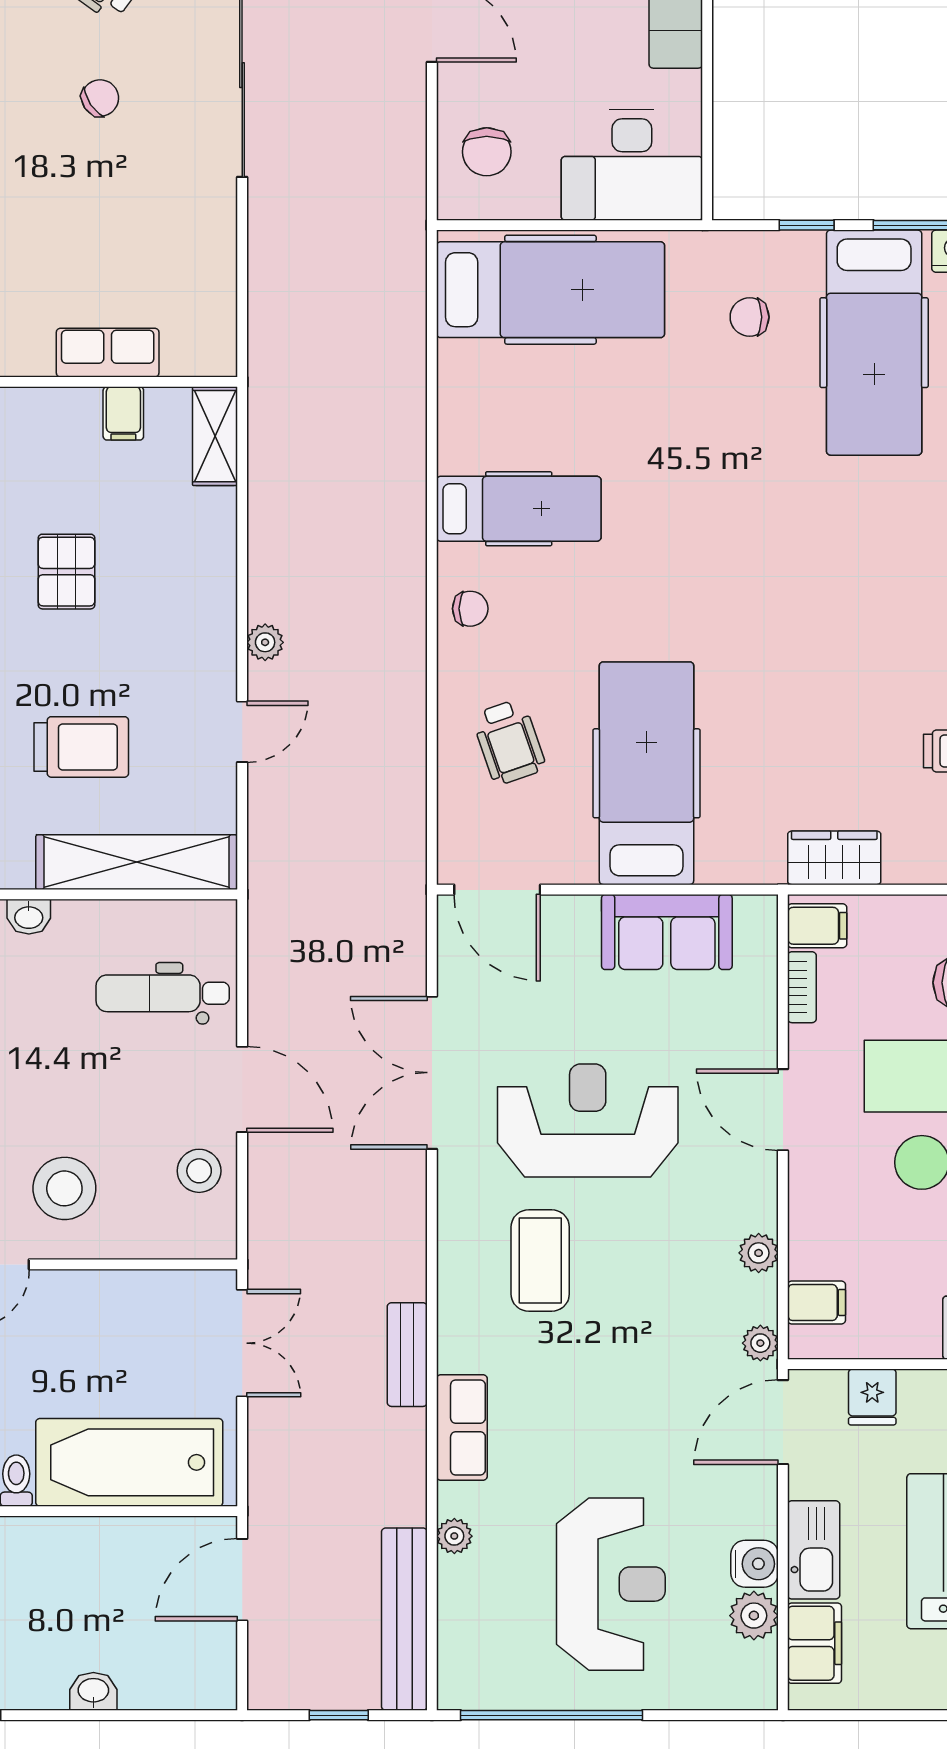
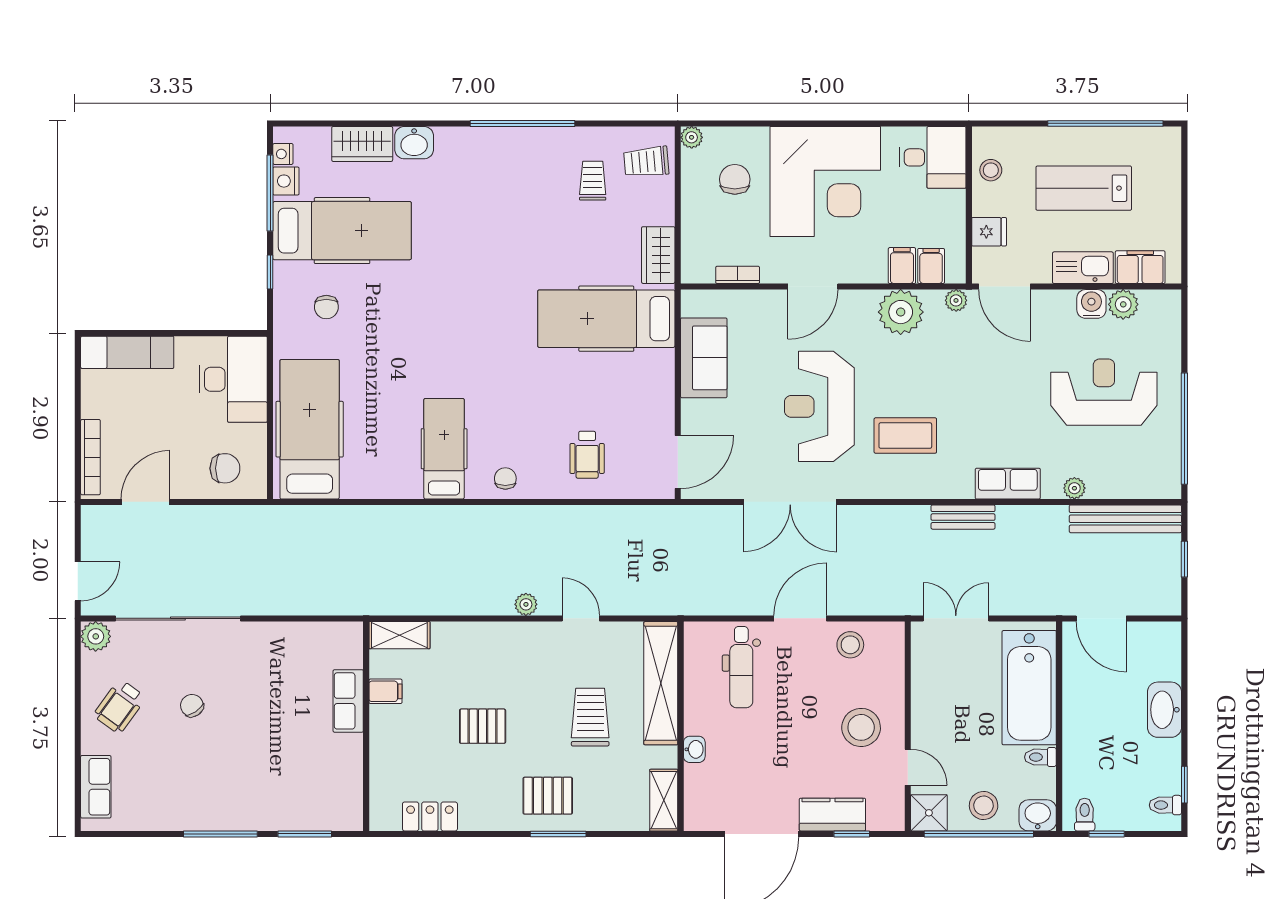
wheelchair: (509, 742) -> (587, 455), turned 109
hospital bed: (646, 773) -> (606, 319), moved
filing cabinet: (817, 926) -> (902, 266), moved
plant: (759, 1253) -> (901, 312), width x1.88, depth x1.88
washbasin: (93, 1691) -> (1164, 710), width x1.91, depth x1.45

